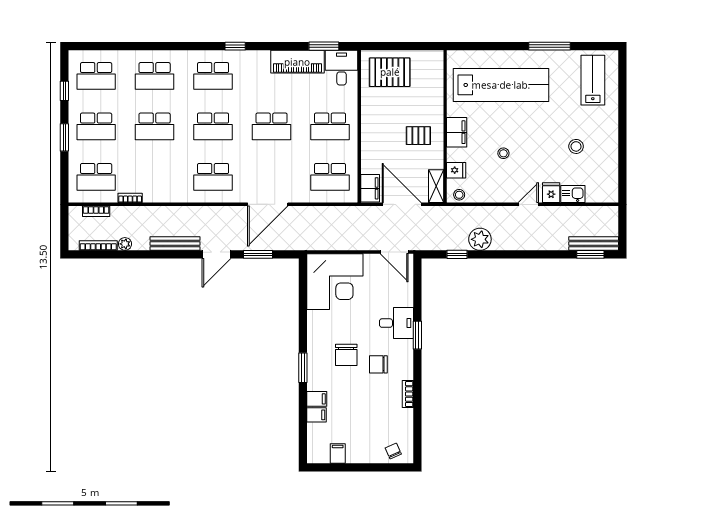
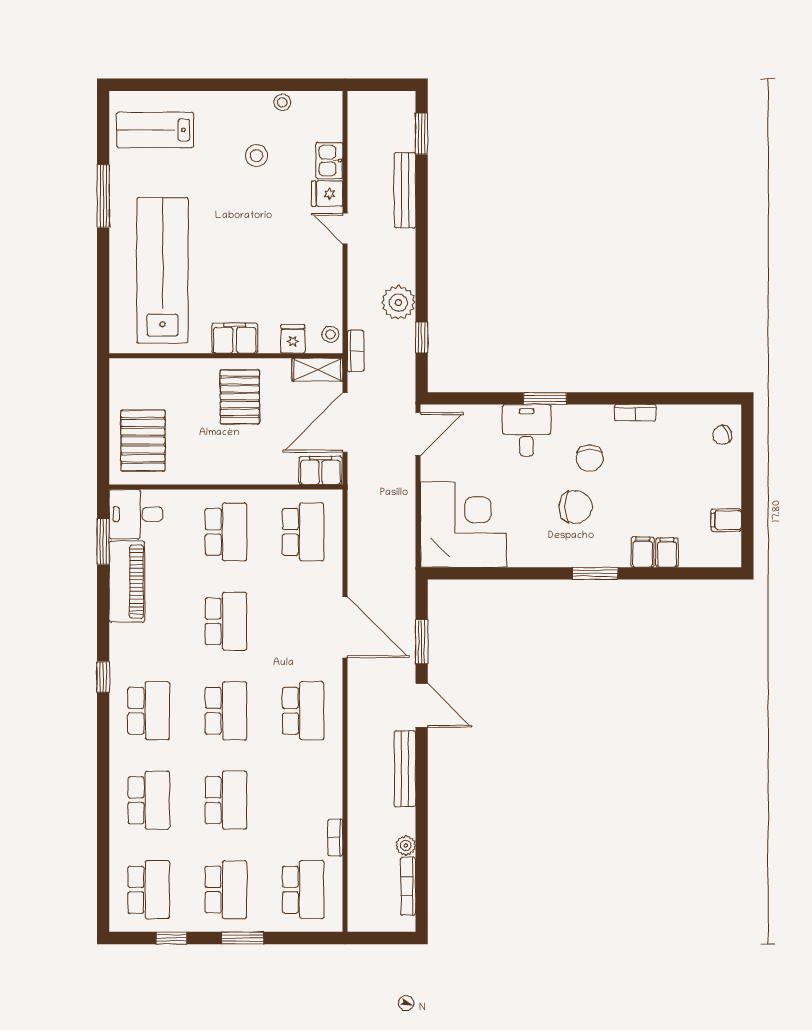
pallet: (418, 136) -> (240, 397), width x1.50, depth x1.42
stool: (503, 153) -> (282, 102), moved
bookcase: (96, 211) -> (356, 351), moved
bench: (594, 243) -> (405, 190), moved

